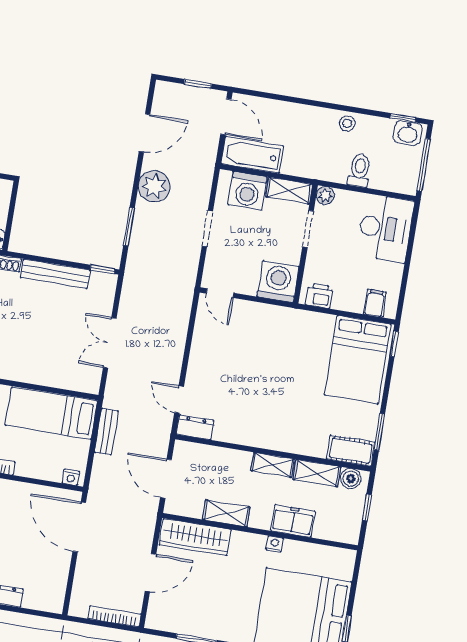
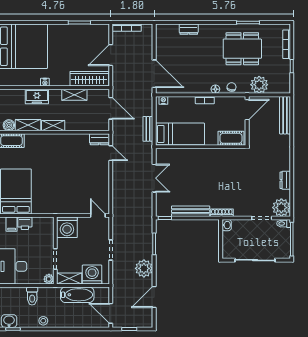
bathtub: (252, 155) -> (77, 295), moved
printer: (319, 296) -> (25, 223), moved

